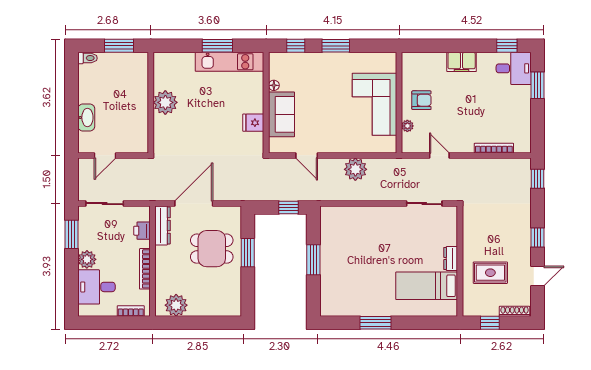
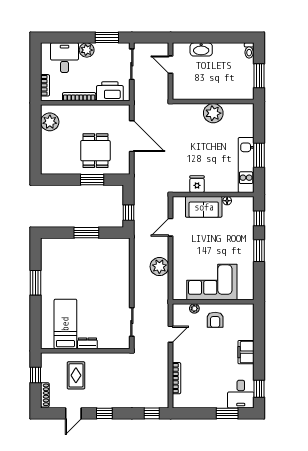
dresser: (162, 225) -> (114, 111), removed
printer: (142, 231) -> (110, 91), width x1.87, depth x1.48
door: (538, 276) -> (73, 413), hinge flipped

